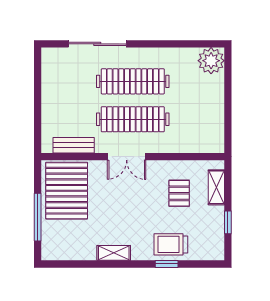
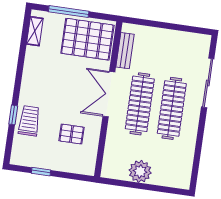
plant: (211, 61) -> (140, 171), moved
double door: (127, 157) -> (109, 94), width x1.37
shelving: (216, 187) -> (72, 166), removed
shelving: (114, 253) -> (35, 31), moved

